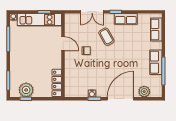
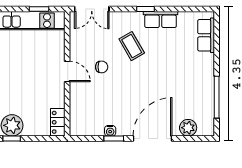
double door: (92, 12) -> (92, 9), moved
door: (63, 44) -> (67, 71), moved
row of seats: (156, 62) -> (205, 84), removed
locker: (57, 83) -> (58, 122), width x0.66

